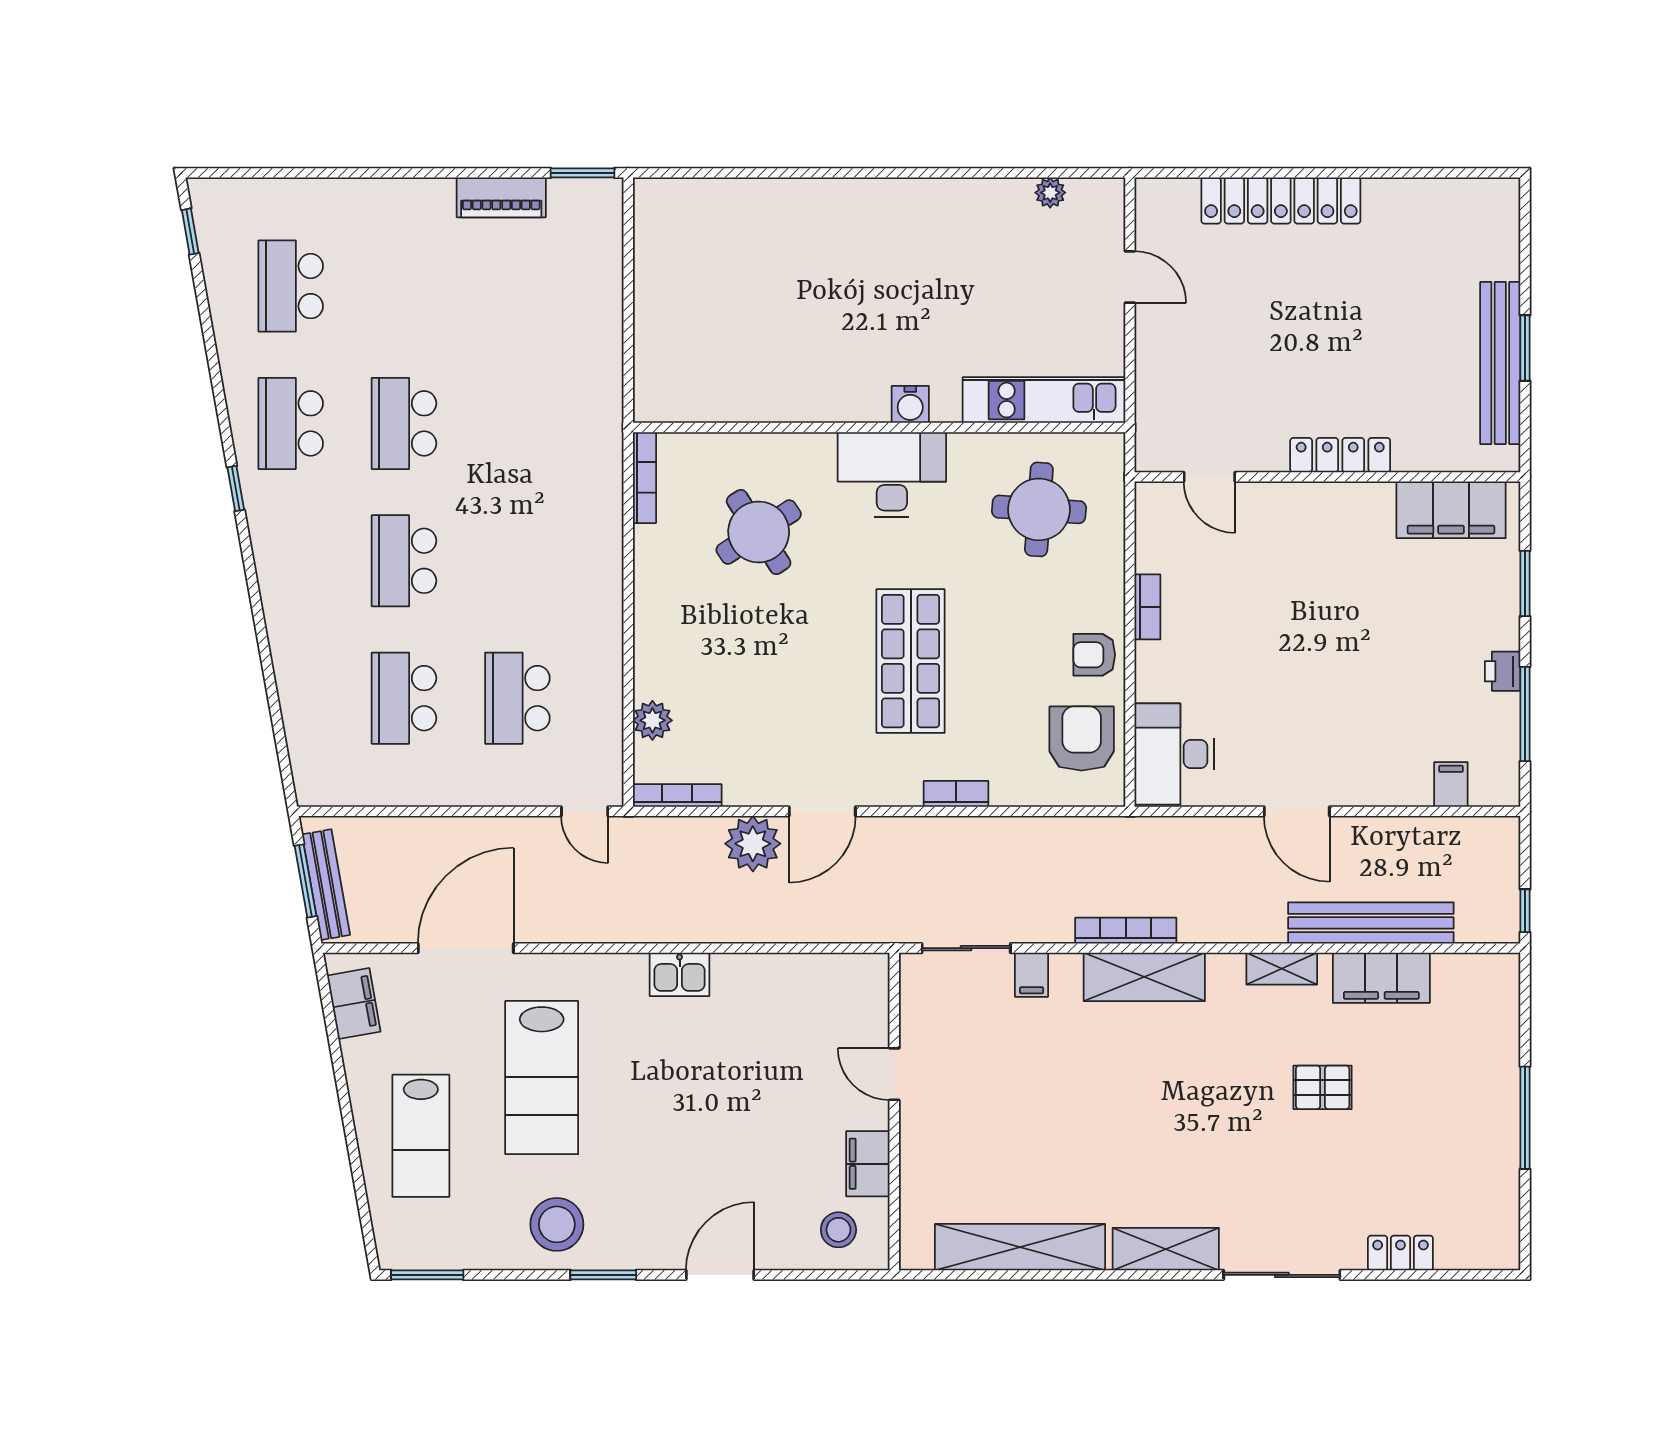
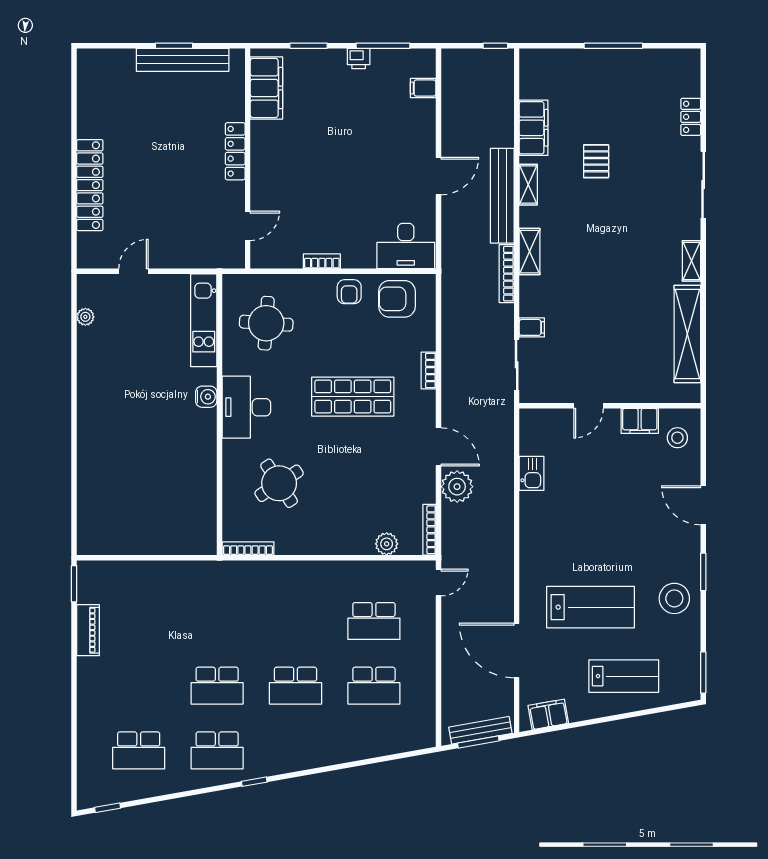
bench: (1371, 923) -> (502, 196), moved
kitchen sink: (680, 974) -> (532, 473), moved
shelving: (1144, 977) -> (530, 252), width x0.67, depth x0.75
shelving: (1166, 1249) -> (691, 261), width x0.67, depth x0.75

